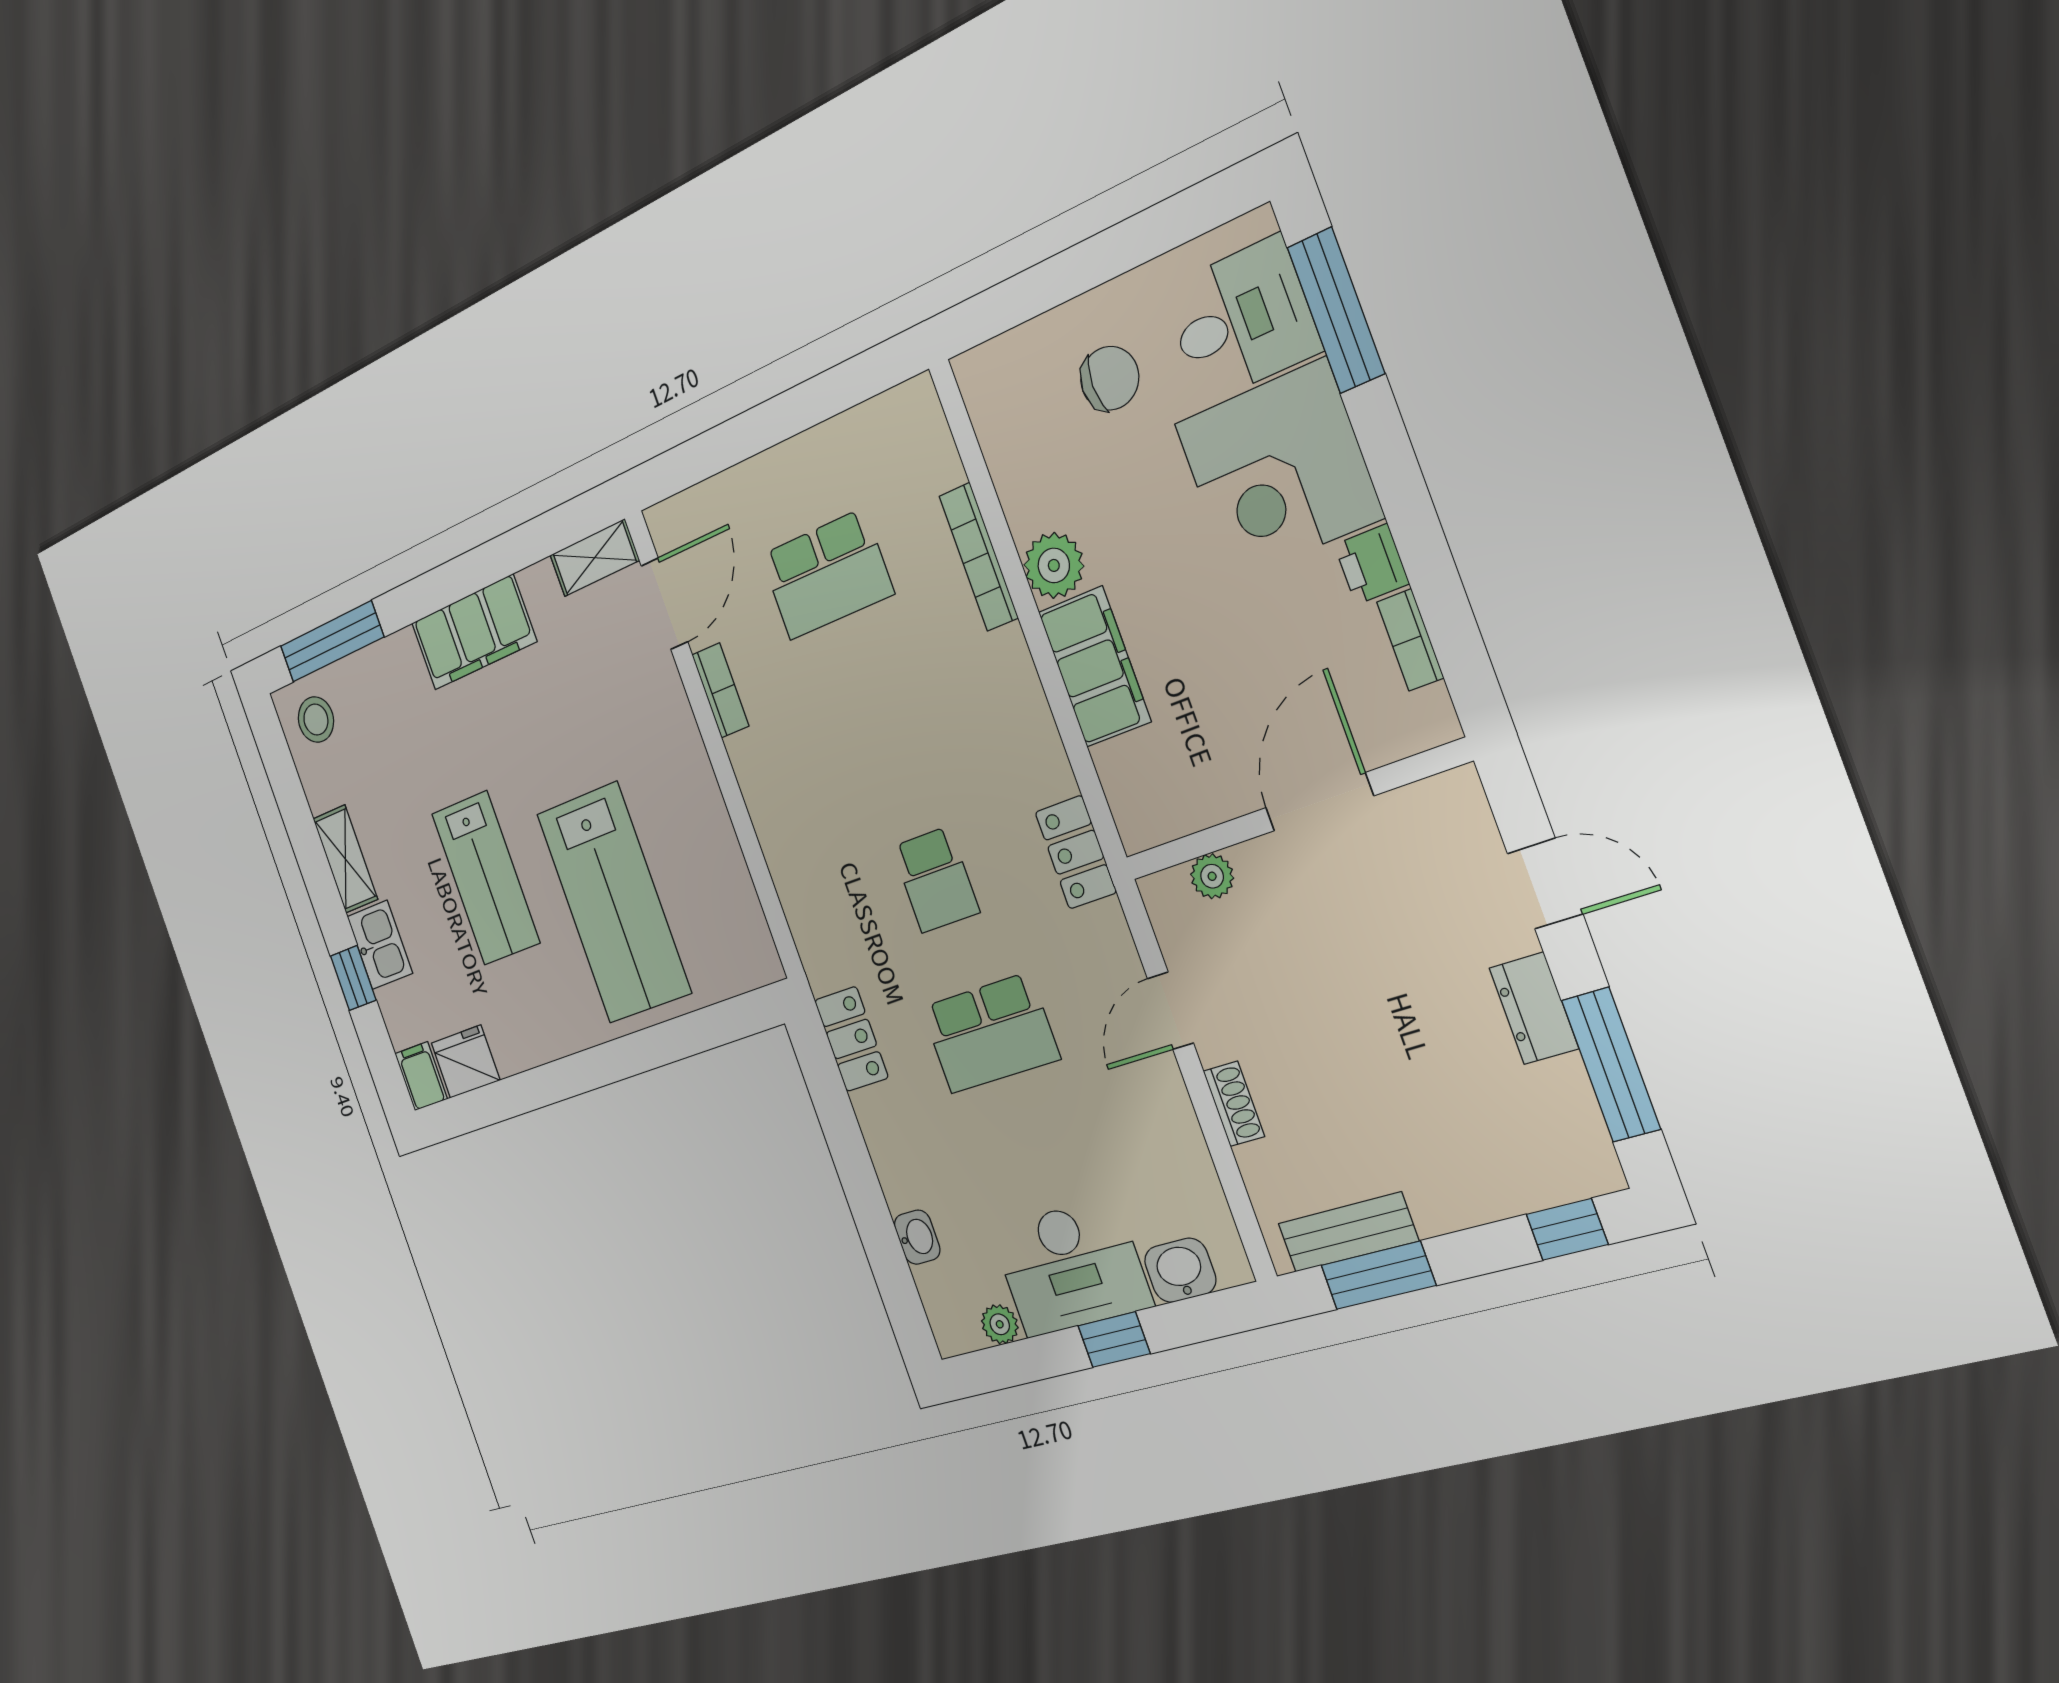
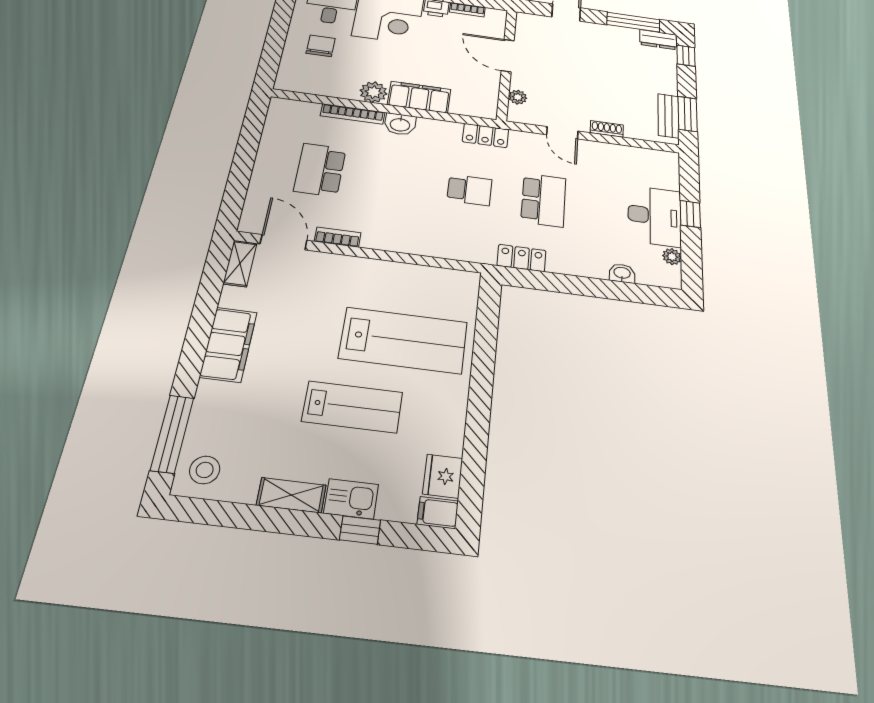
school desk: (827, 574) -> (320, 170), turned 180
dresser: (1534, 1008) -> (658, 40), moved
washbasin: (1180, 1270) -> (400, 124), moved, turned -90

